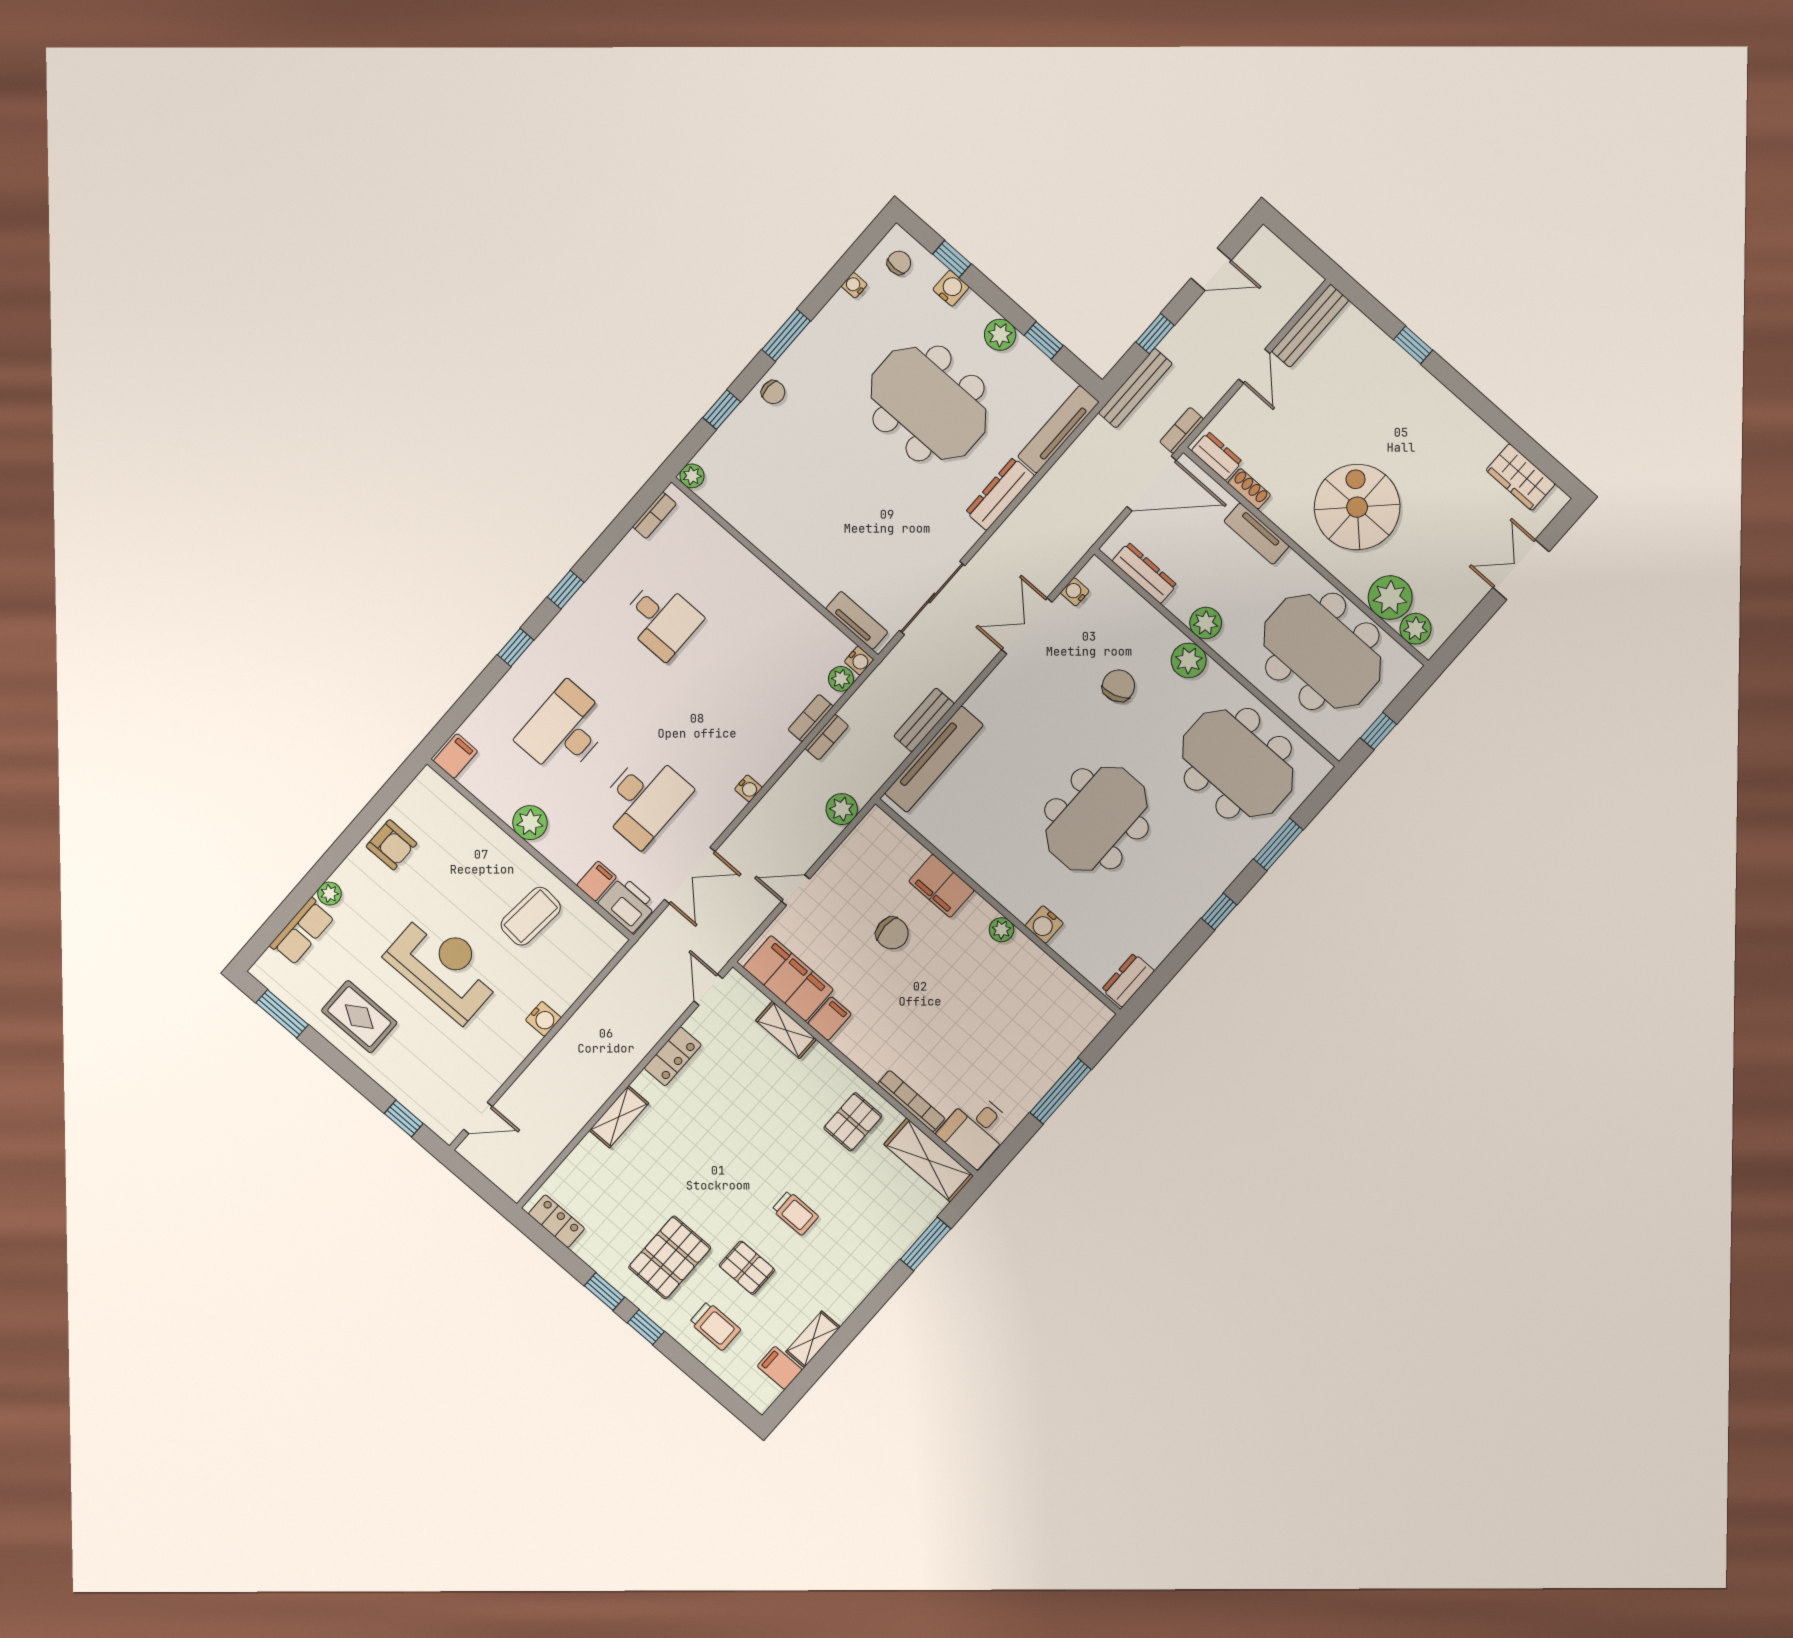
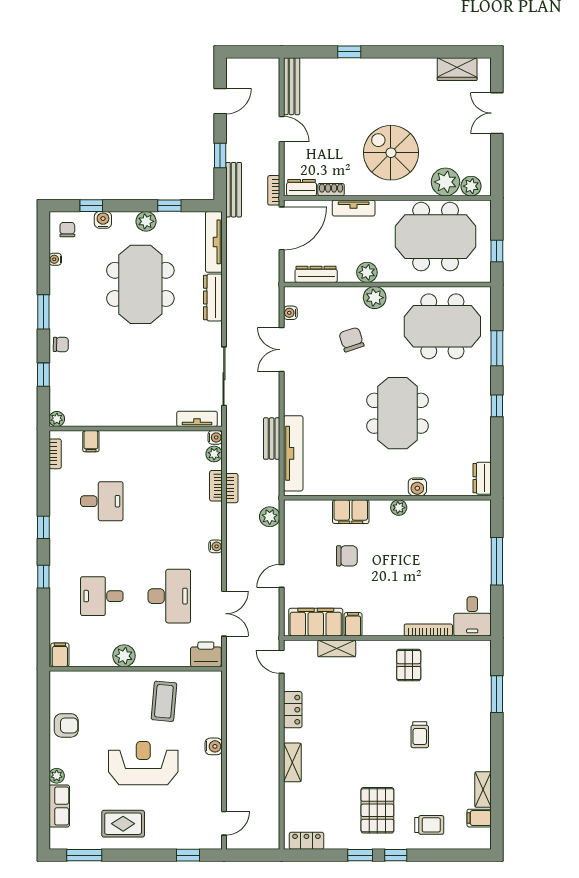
meeting table: (929, 404) -> (140, 284), turned 90
desk: (564, 730) -> (102, 596), width x0.73
filing cabinet: (597, 881) -> (91, 441), moved, turned 180
shelving: (929, 1160) -> (462, 651), removed
trolley: (795, 1213) -> (420, 735), turned 90
pallet: (747, 1268) -> (420, 782), removed

